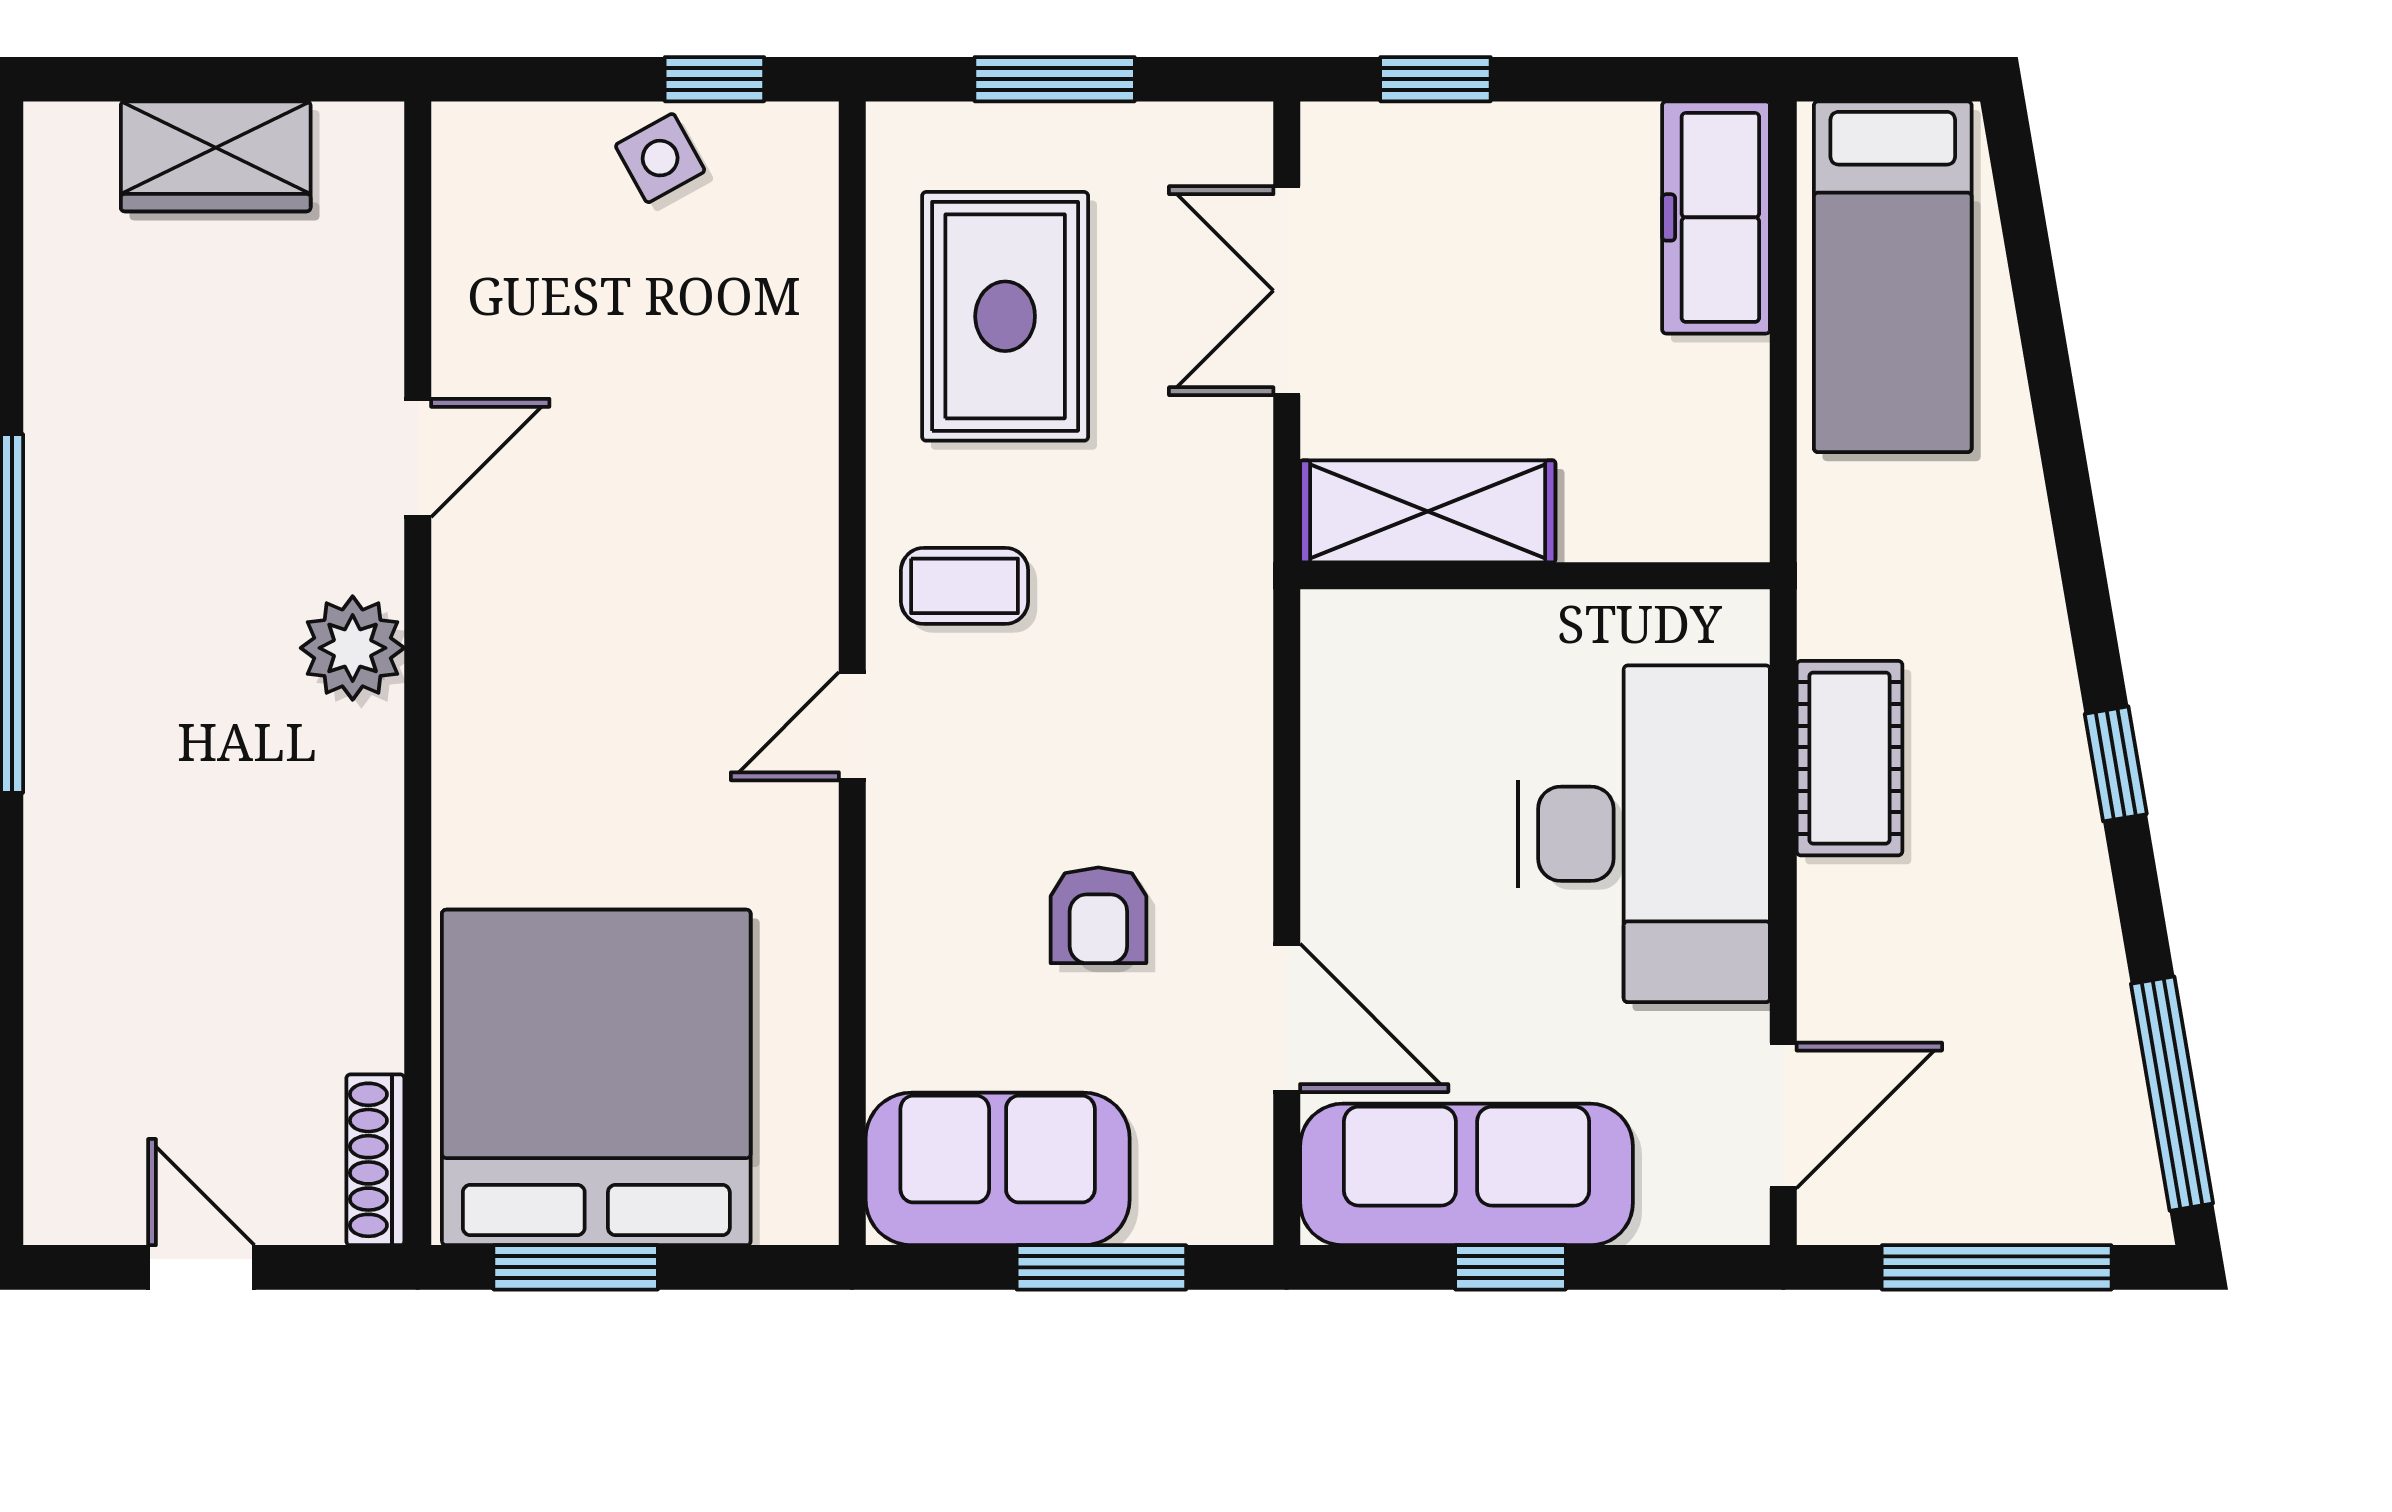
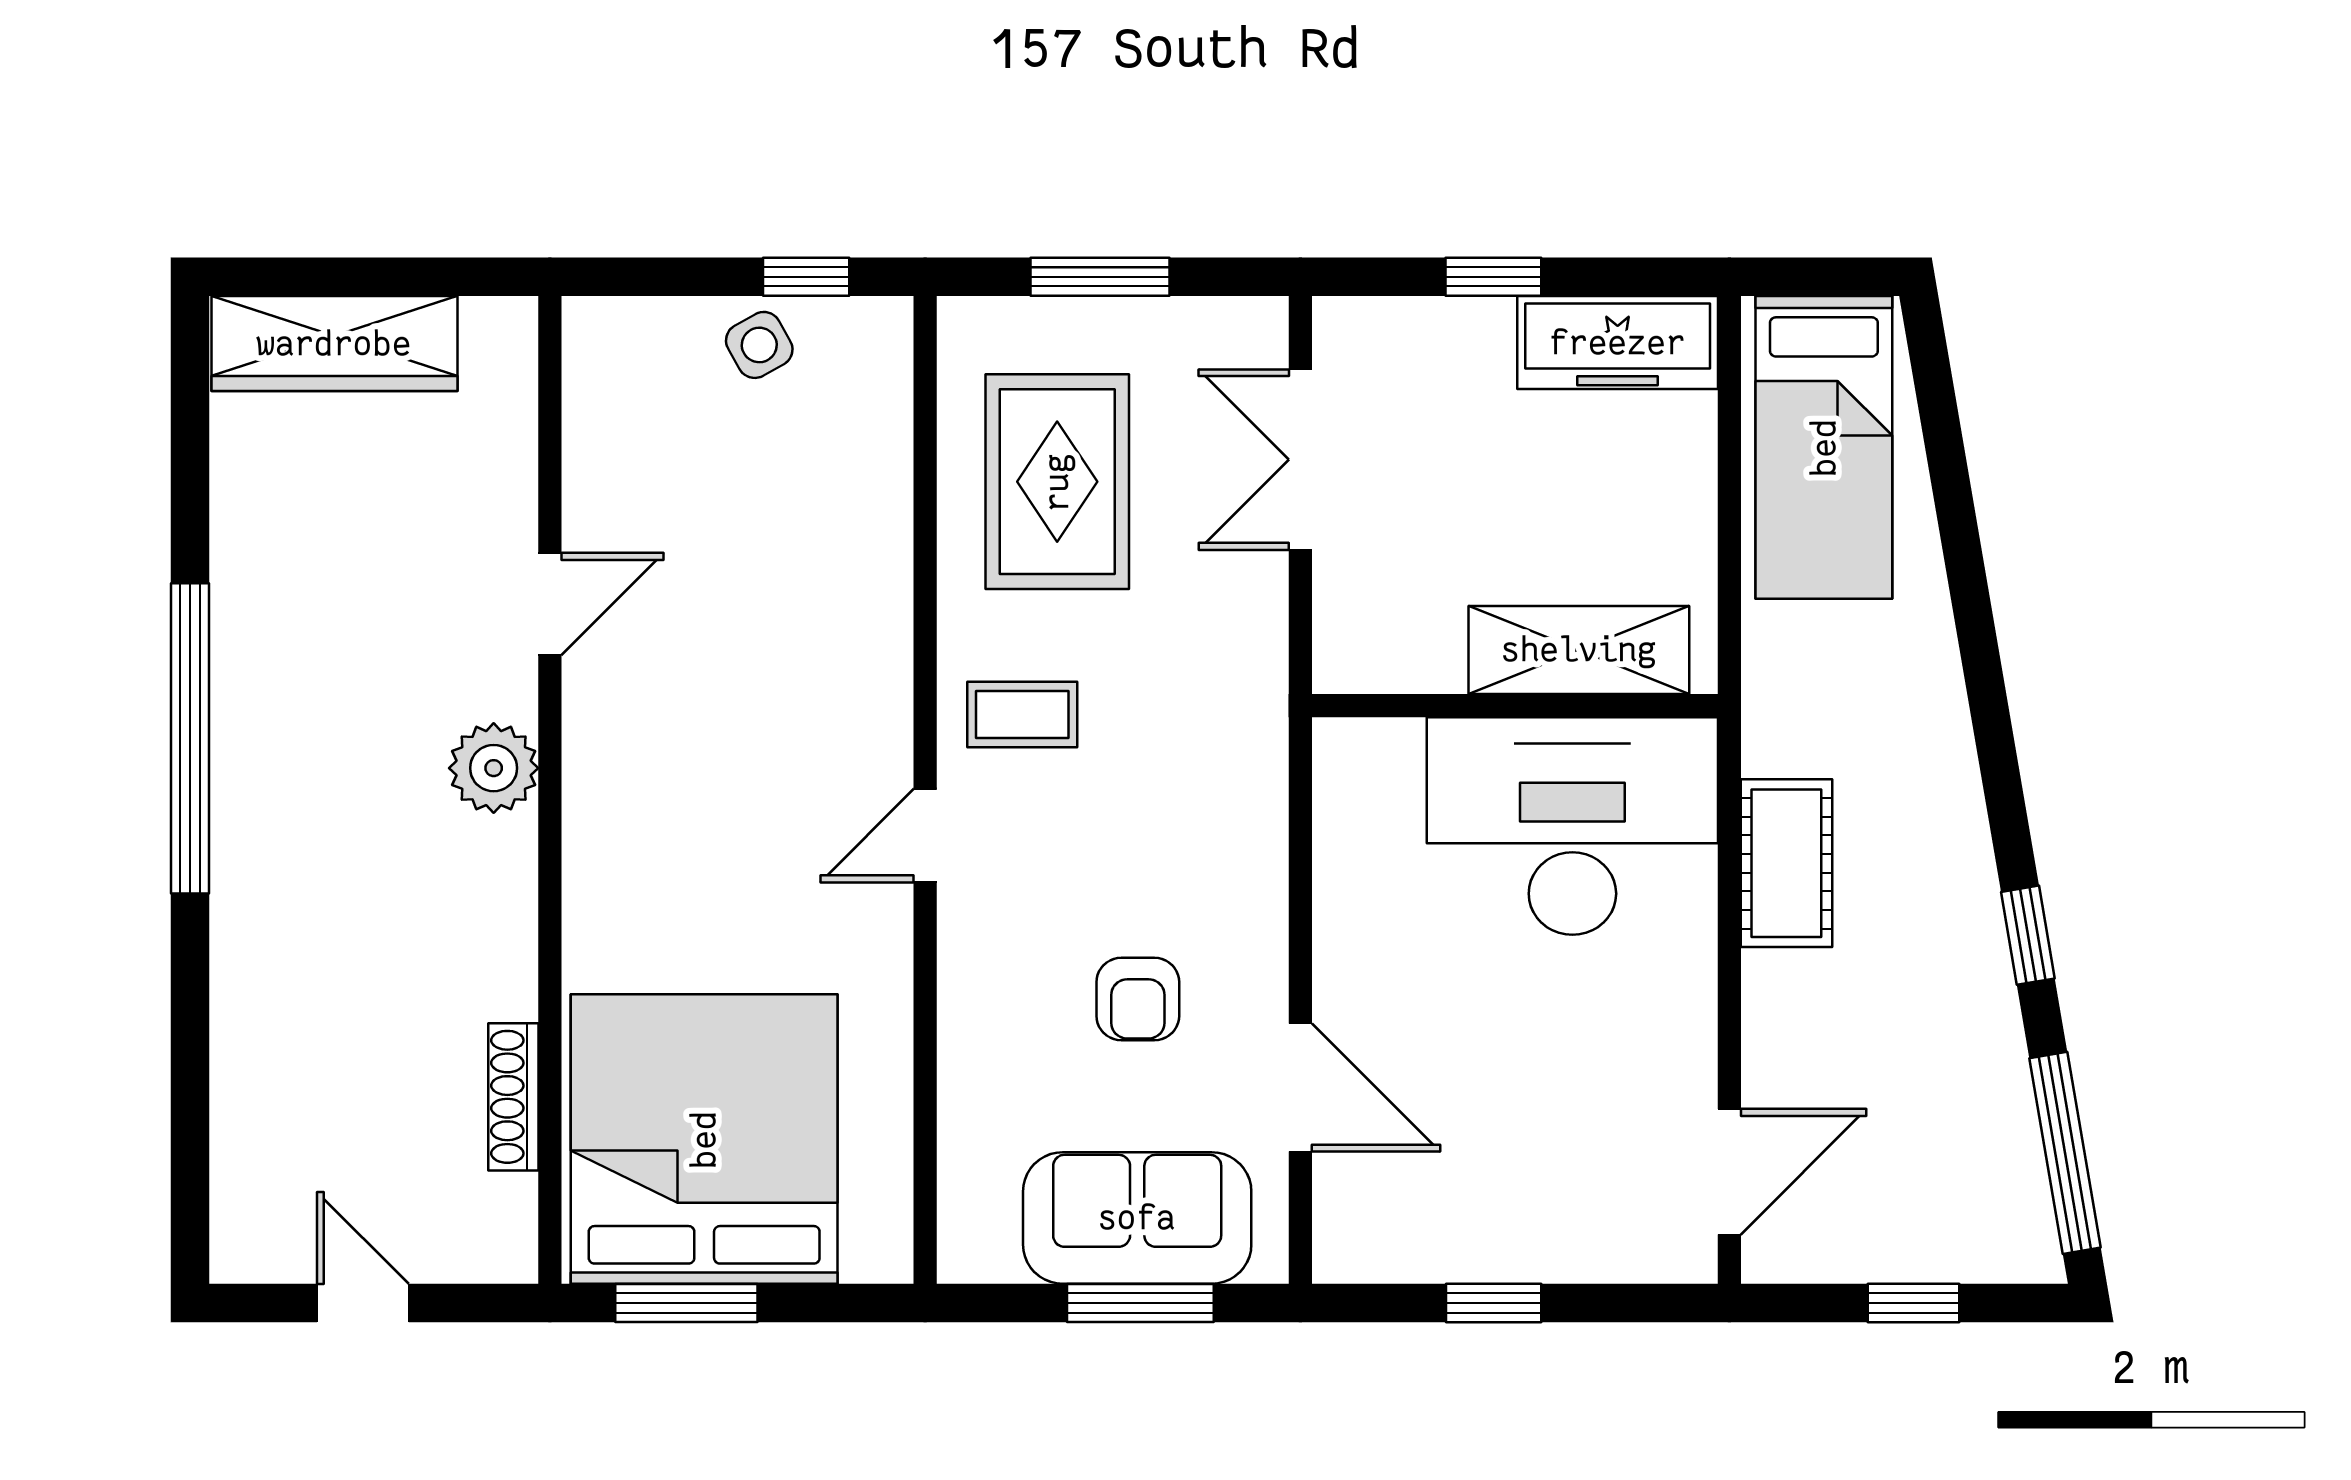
window: (1435, 79) -> (1493, 277), moved
wardrobe: (216, 156) -> (334, 344), width x1.50
freezer: (1716, 217) -> (1618, 343), moved, turned -90
shelving: (1428, 511) -> (1579, 650), moved
window: (2116, 764) -> (2028, 935), moved
desk: (1644, 834) -> (1572, 826), moved, turned -90
shoe rack: (375, 1160) -> (513, 1097), moved
sofa: (998, 1169) -> (1137, 1218), moved
sofa: (1466, 1174) -> (1456, 1223), removed
window: (1997, 1267) -> (1914, 1303), width x0.46

